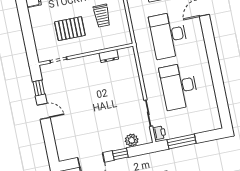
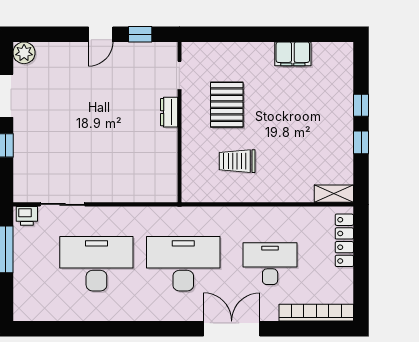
dresser: (109, 56) -> (169, 112), moved
plant: (132, 140) -> (24, 53), moved

